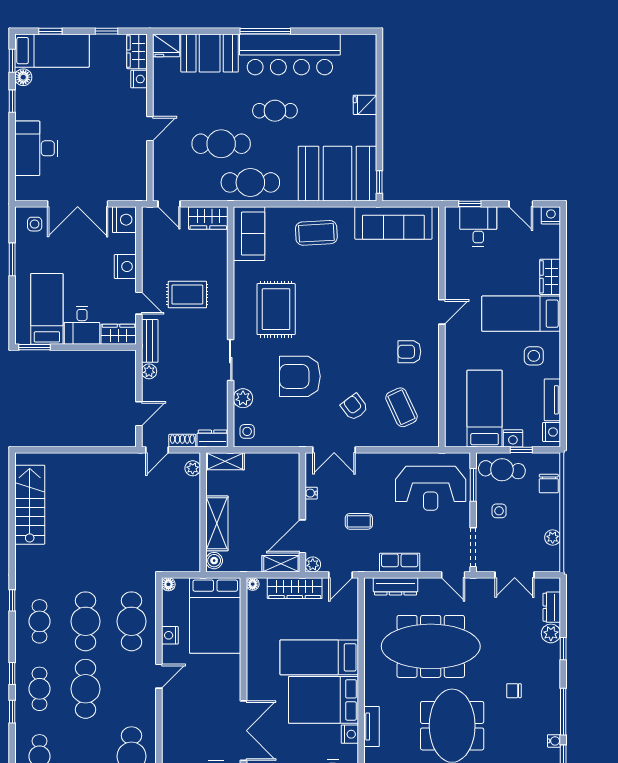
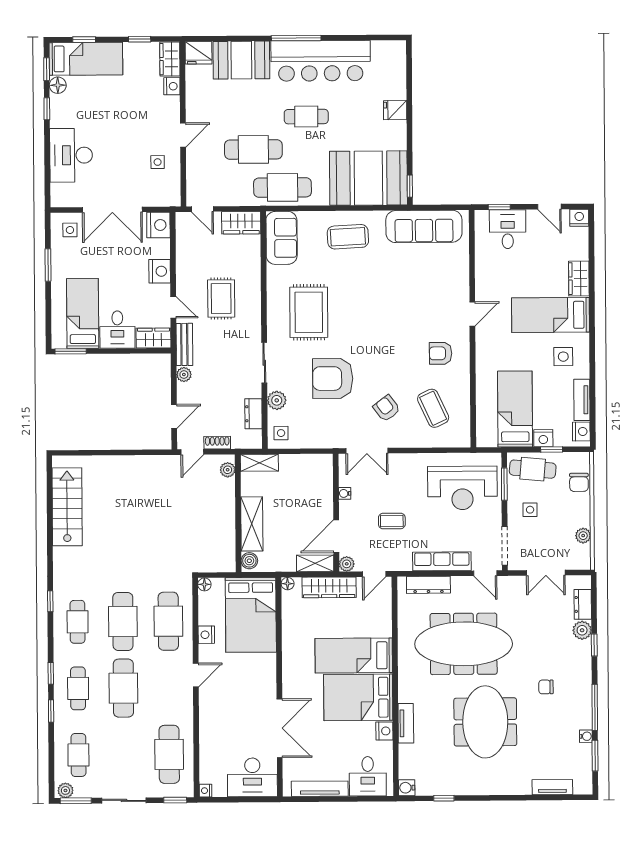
side table: (124, 156) -> (158, 162), added
rug: (187, 295) -> (221, 298), turned 90
dresser: (213, 439) -> (253, 414), moved, turned -90
row of seats: (400, 563) -> (442, 561), width x1.48

